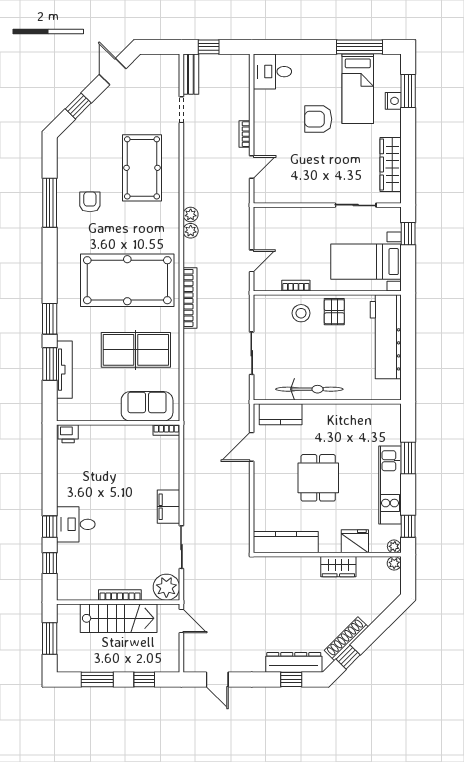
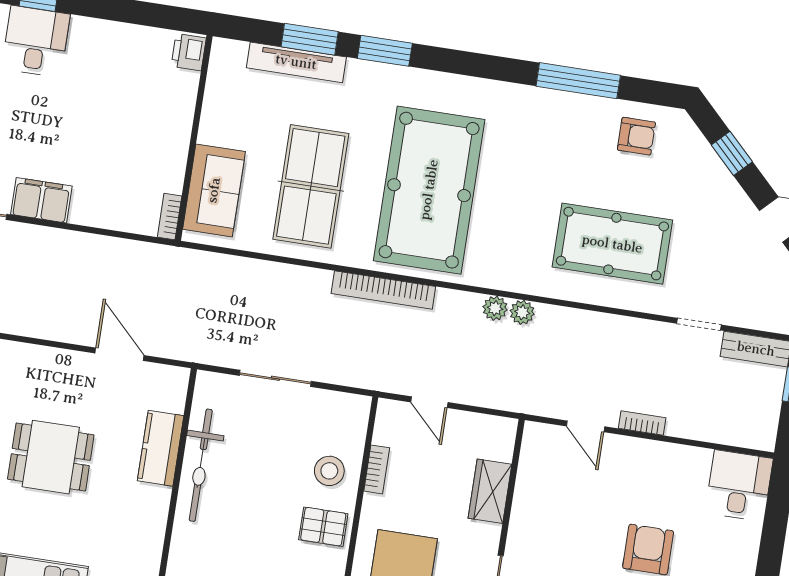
armchair: (90, 202) -> (636, 136), moved
wardrobe: (298, 217) -> (490, 491), added
kitchen counter: (281, 414) -> (161, 448), moved

